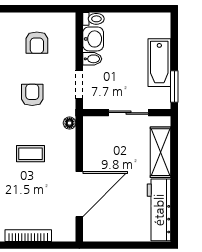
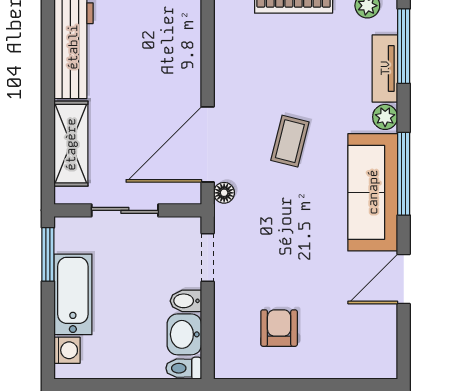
washing machine: (163, 30) -> (67, 350), added
armchair: (32, 95) -> (287, 240), removed
coffee table: (30, 154) -> (290, 141), turned -76
door: (79, 194) -> (208, 144), moved

